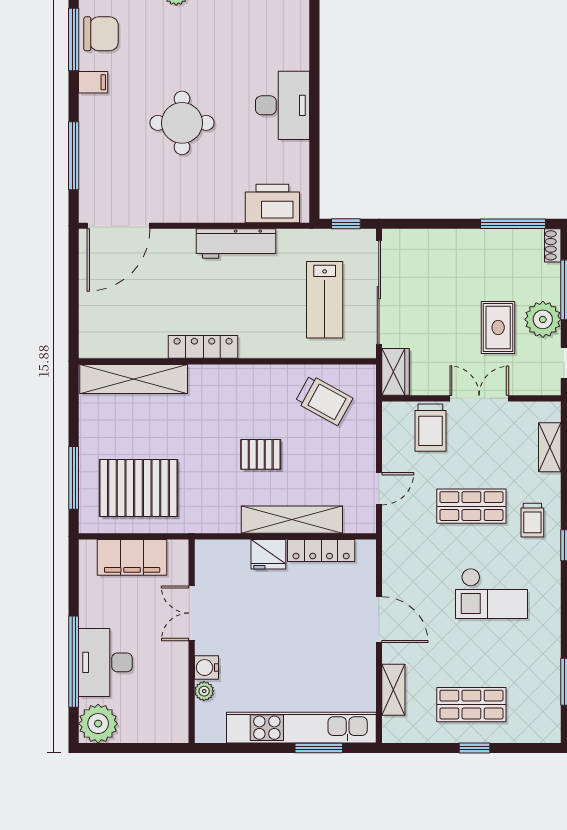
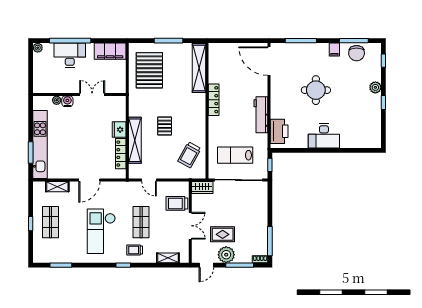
window: (74, 478) -> (169, 41), moved
filing cabinet: (132, 557) -> (110, 51), moved, turned -90
checkout: (492, 593) -> (101, 231), width x1.36, depth x1.21
plant: (98, 724) -> (38, 48), width x0.53, depth x0.53

